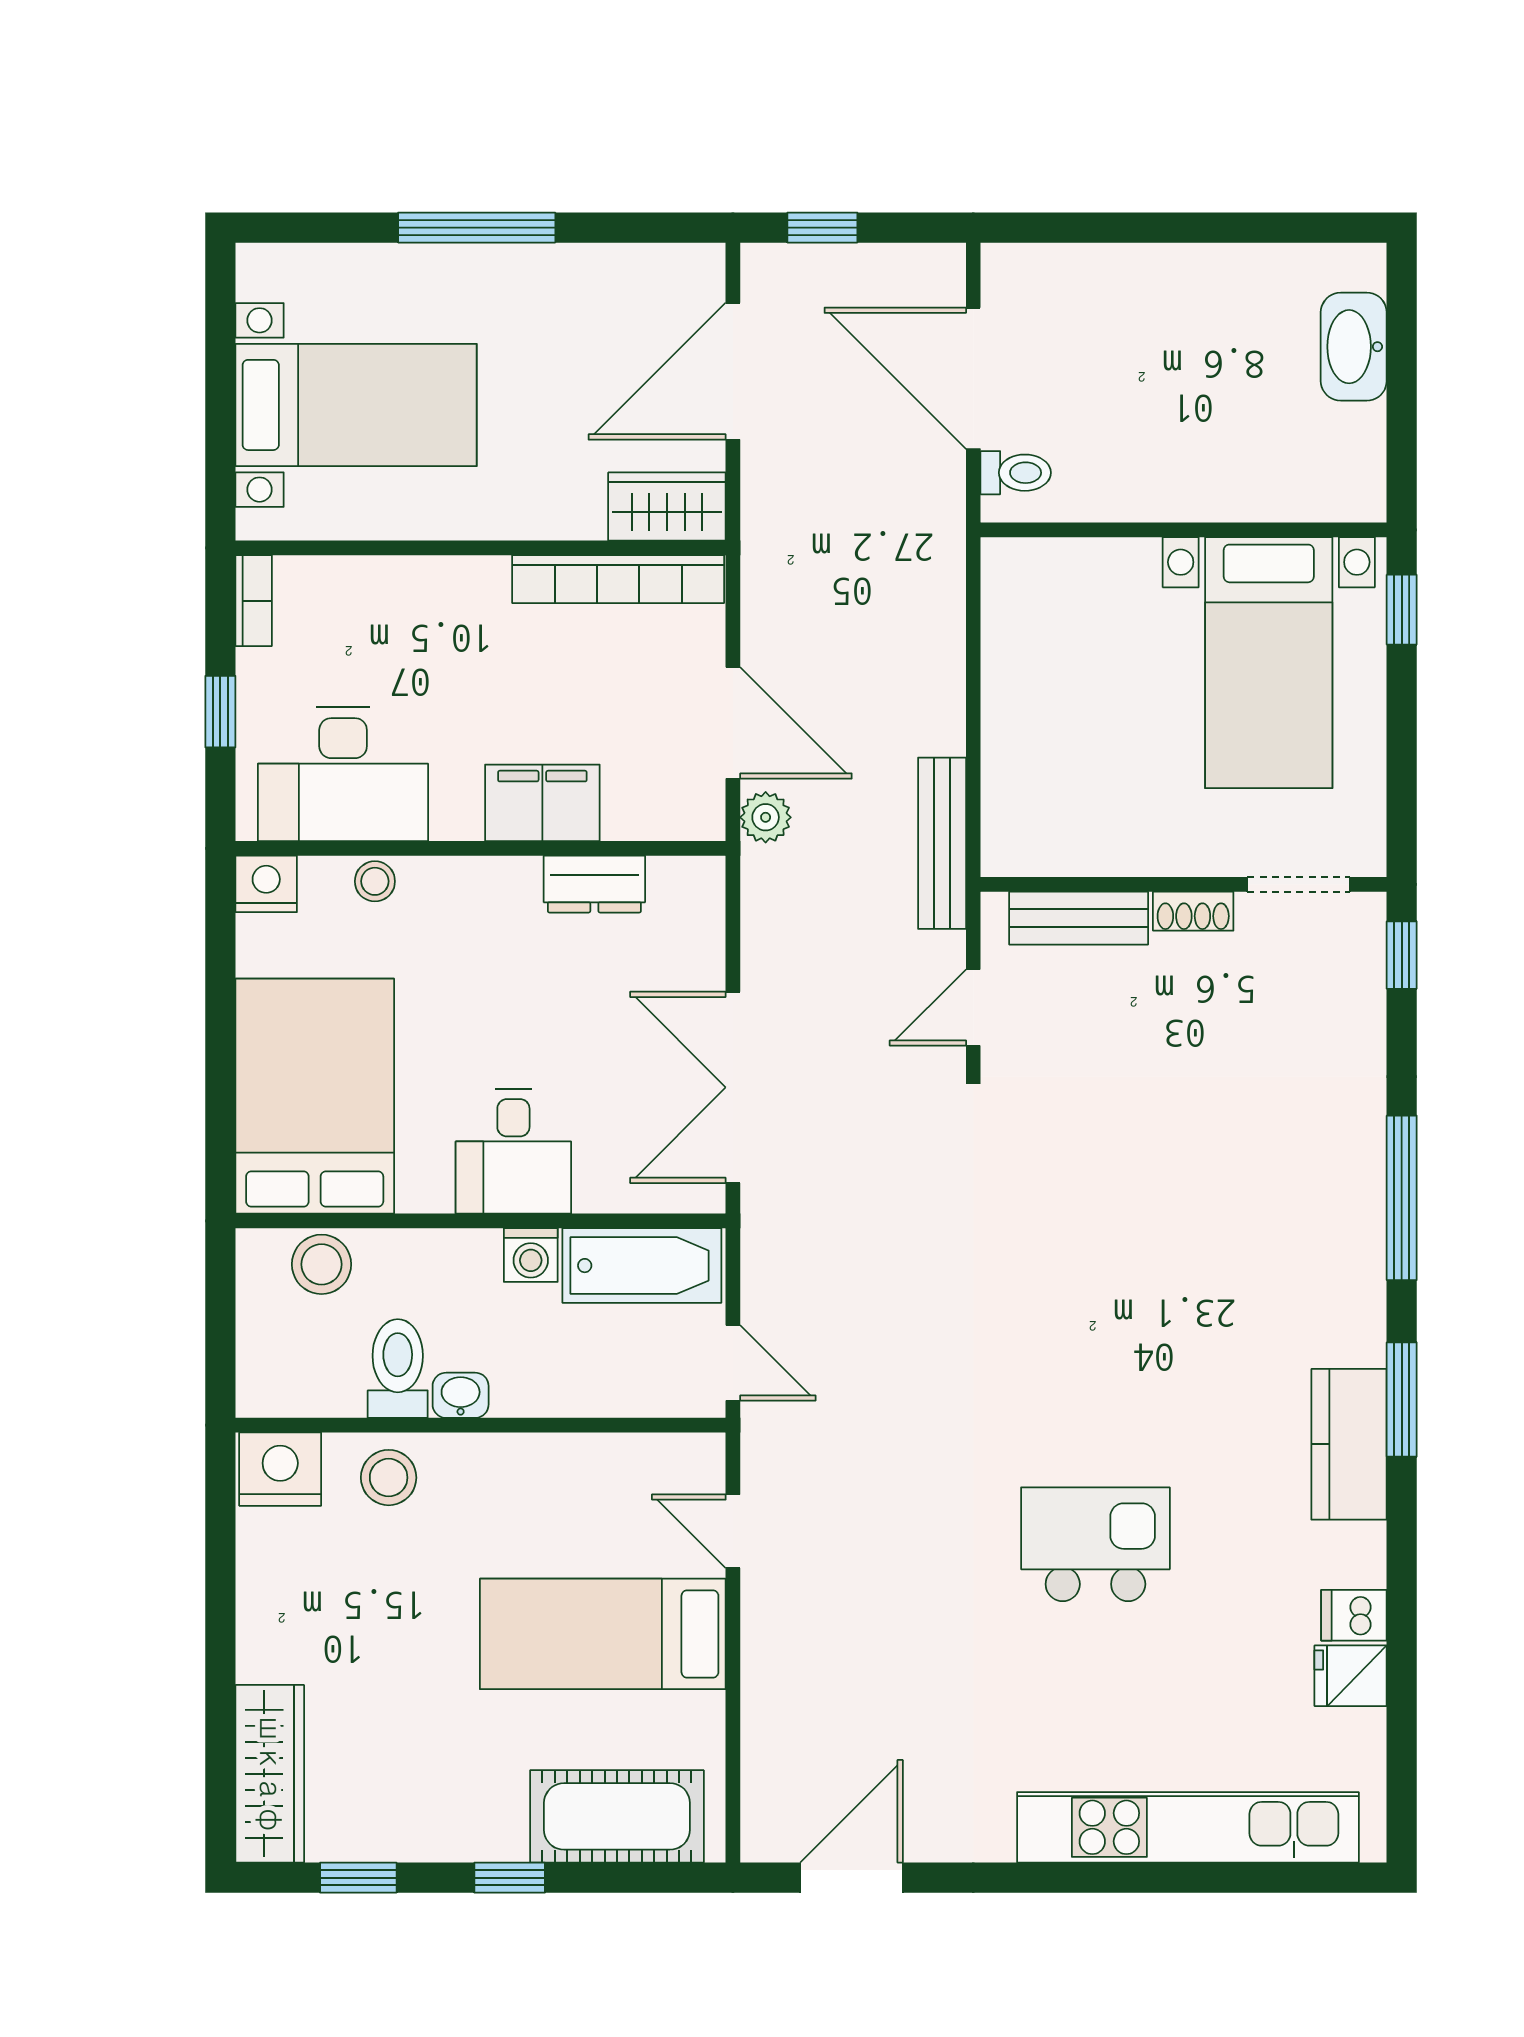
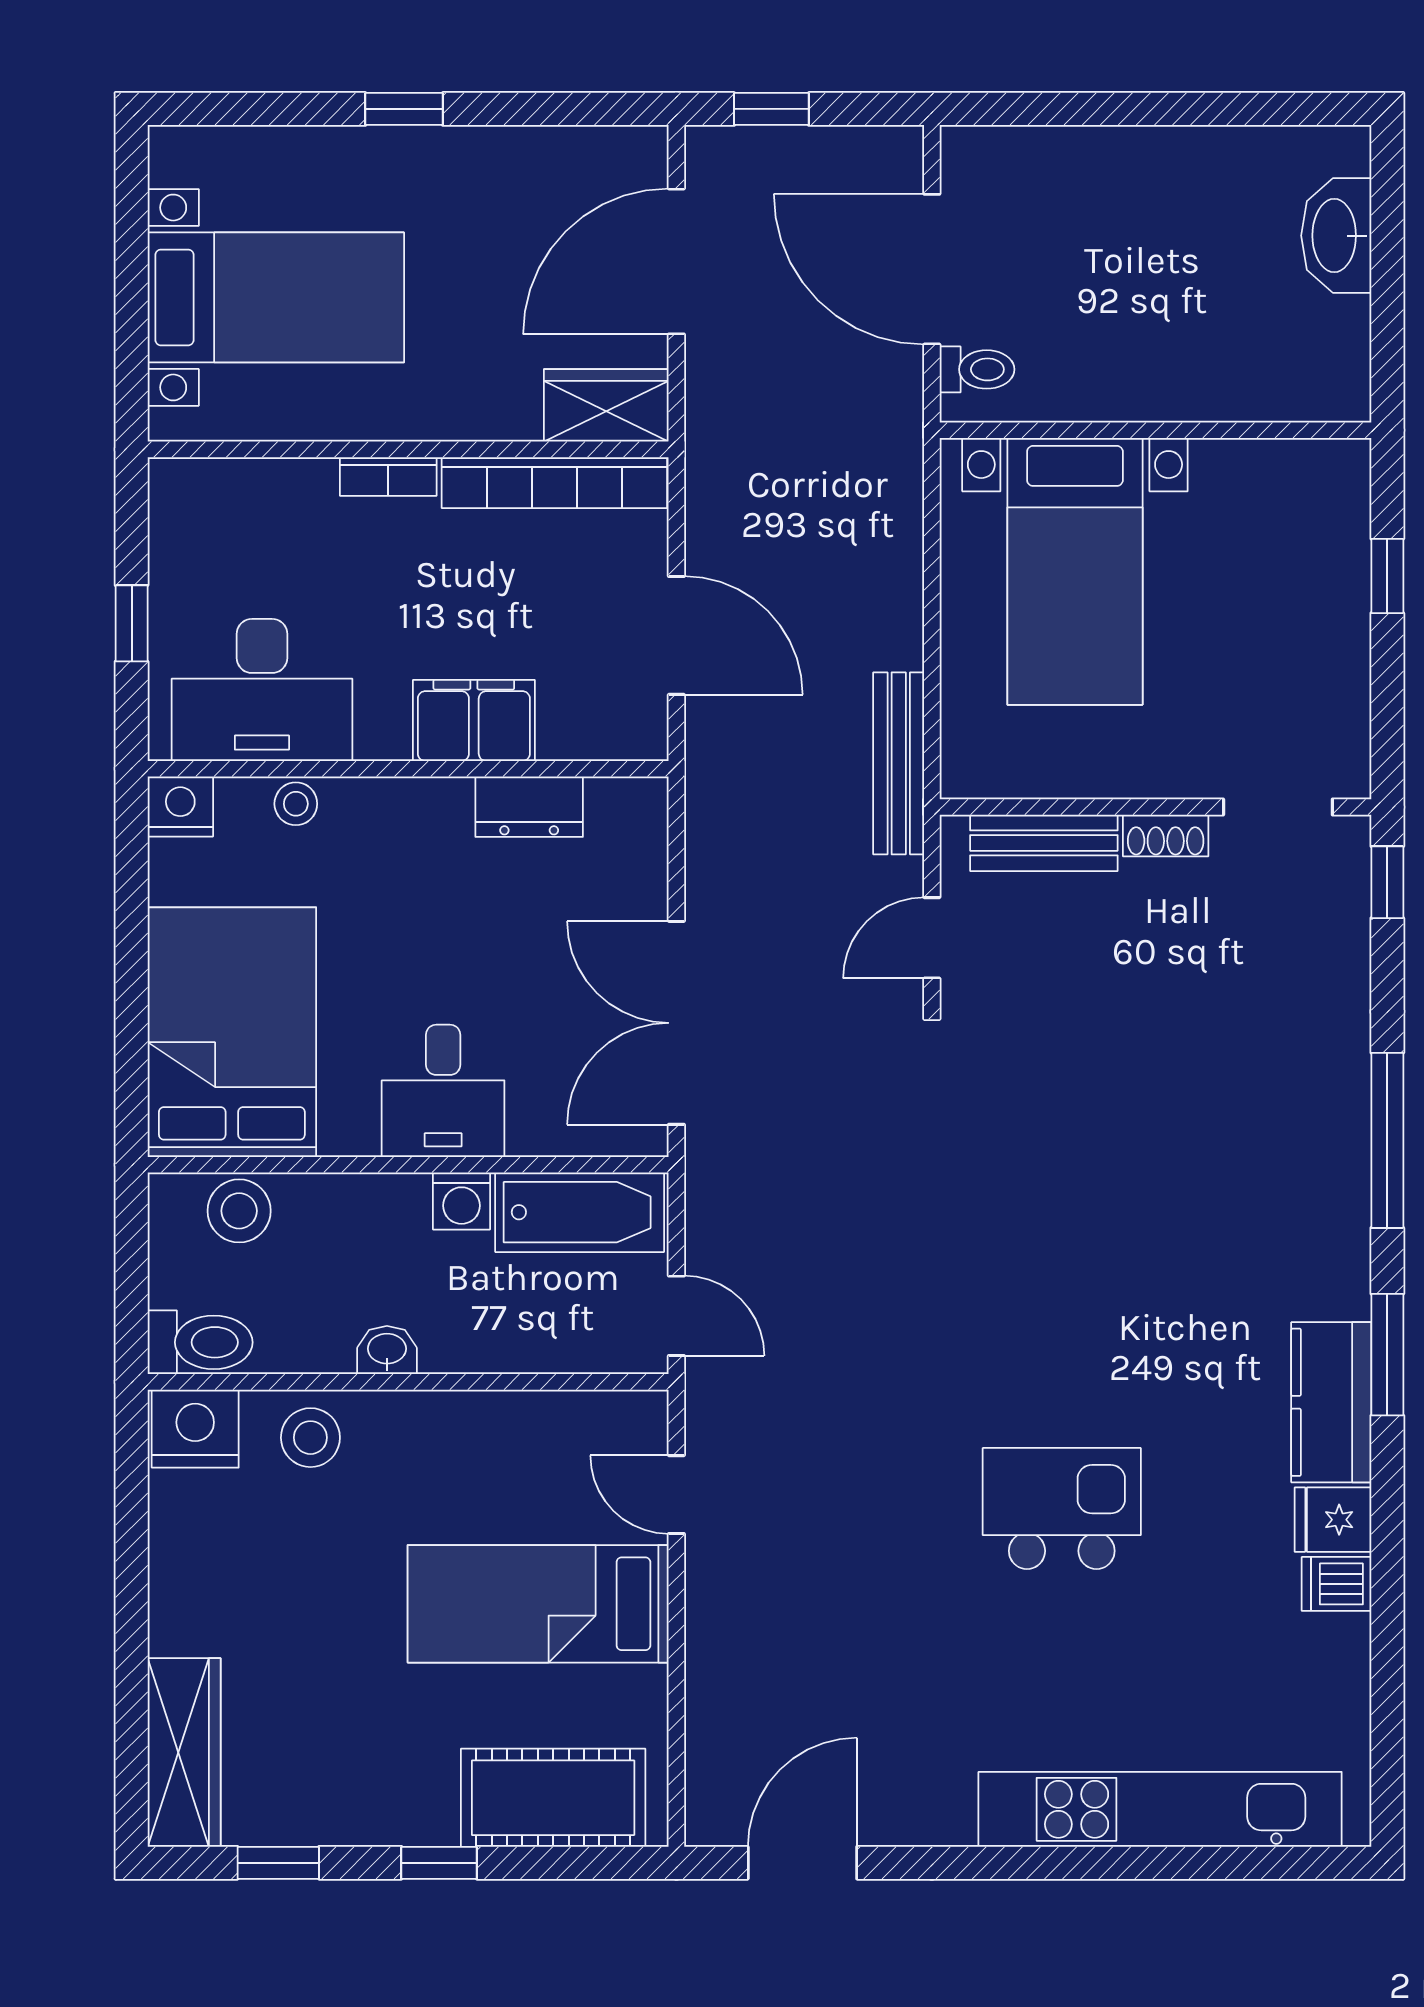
window: (477, 228) -> (404, 109), width x0.46
bookcase: (254, 601) -> (388, 476), moved, turned 90
window: (1402, 610) -> (1387, 576), moved
bed with nightstands: (1269, 663) -> (1075, 571), moved
plant: (766, 817) -> (711, 736), removed
toilet: (398, 1369) -> (200, 1342), moved, turned 90
fridge: (1351, 1676) -> (1333, 1520), moved

